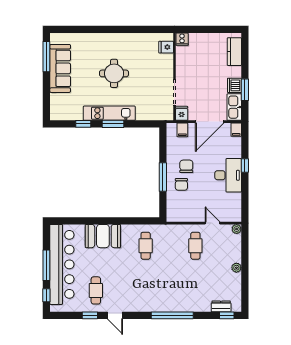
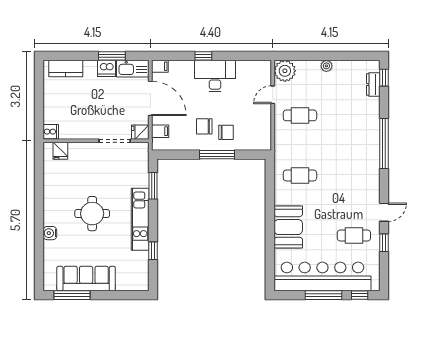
water cooler: (98, 38) -> (50, 233), added
window: (113, 124) -> (153, 186), moved
plant: (237, 229) -> (285, 71), width x1.88, depth x1.88

